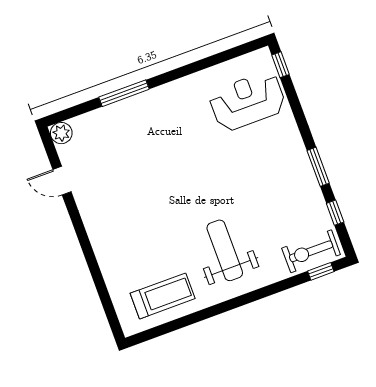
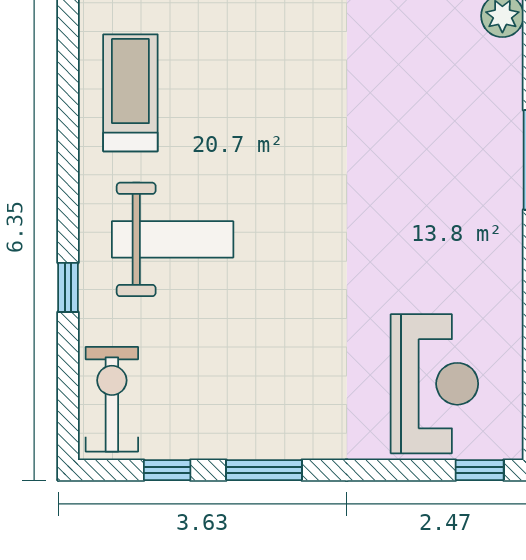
window: (321, 271) -> (68, 287), moved
treadmill: (163, 296) -> (130, 93), turned 180

